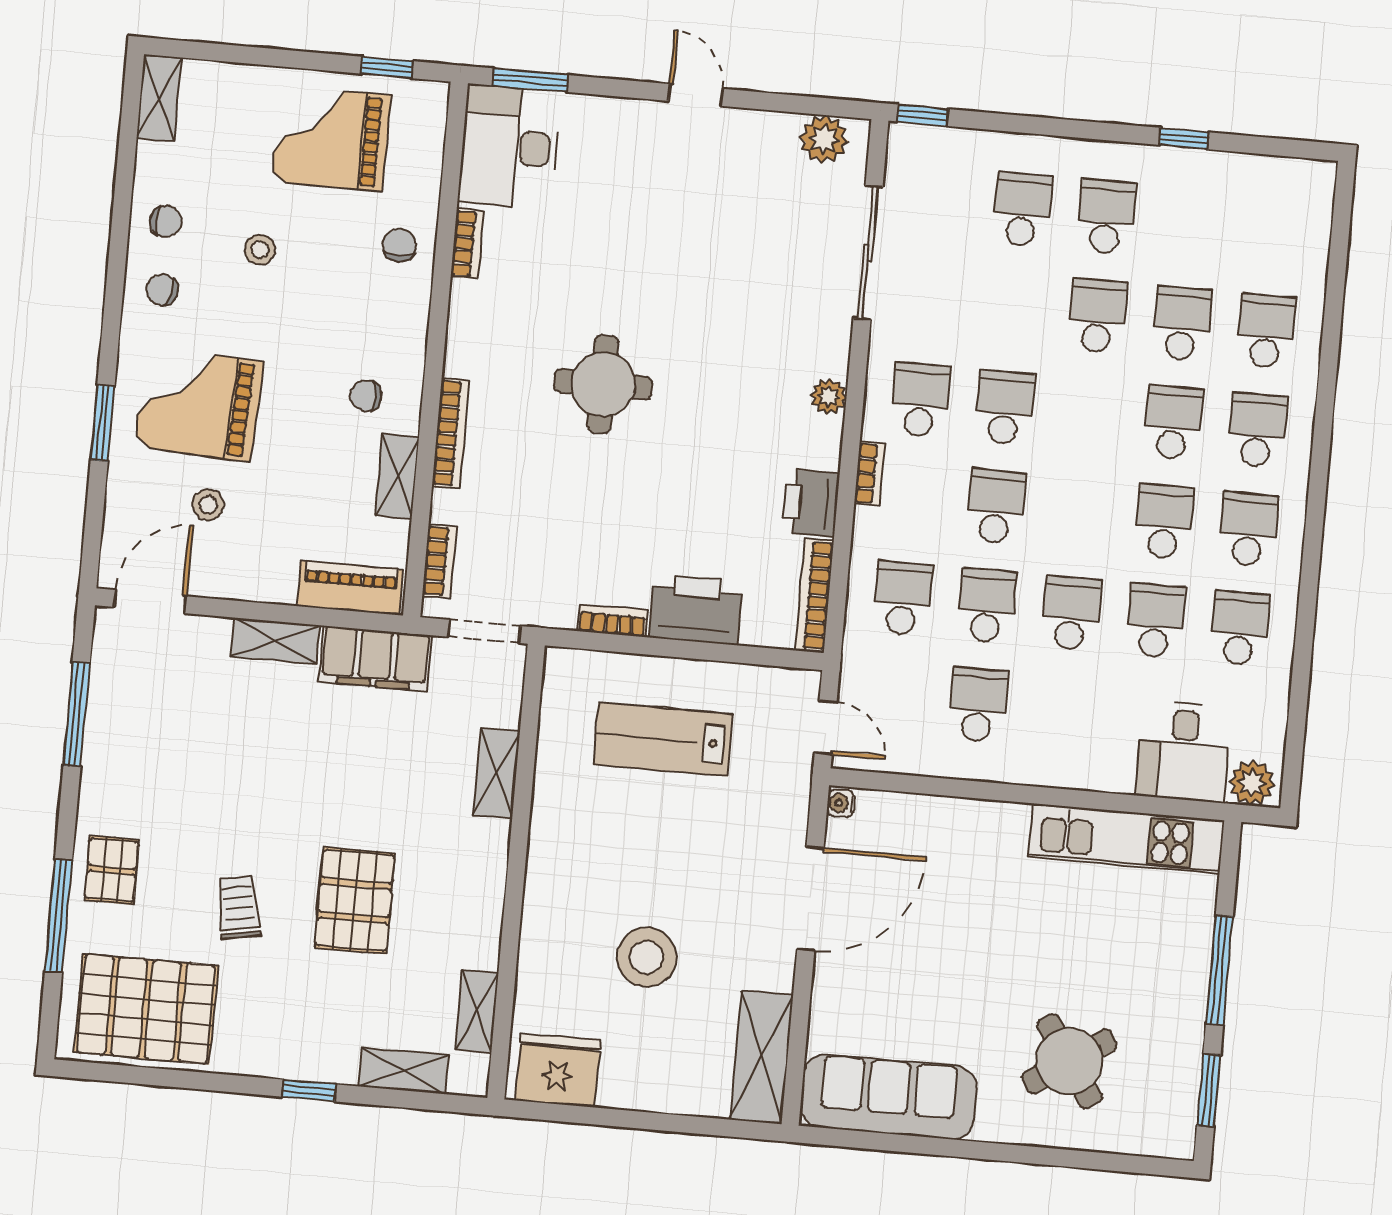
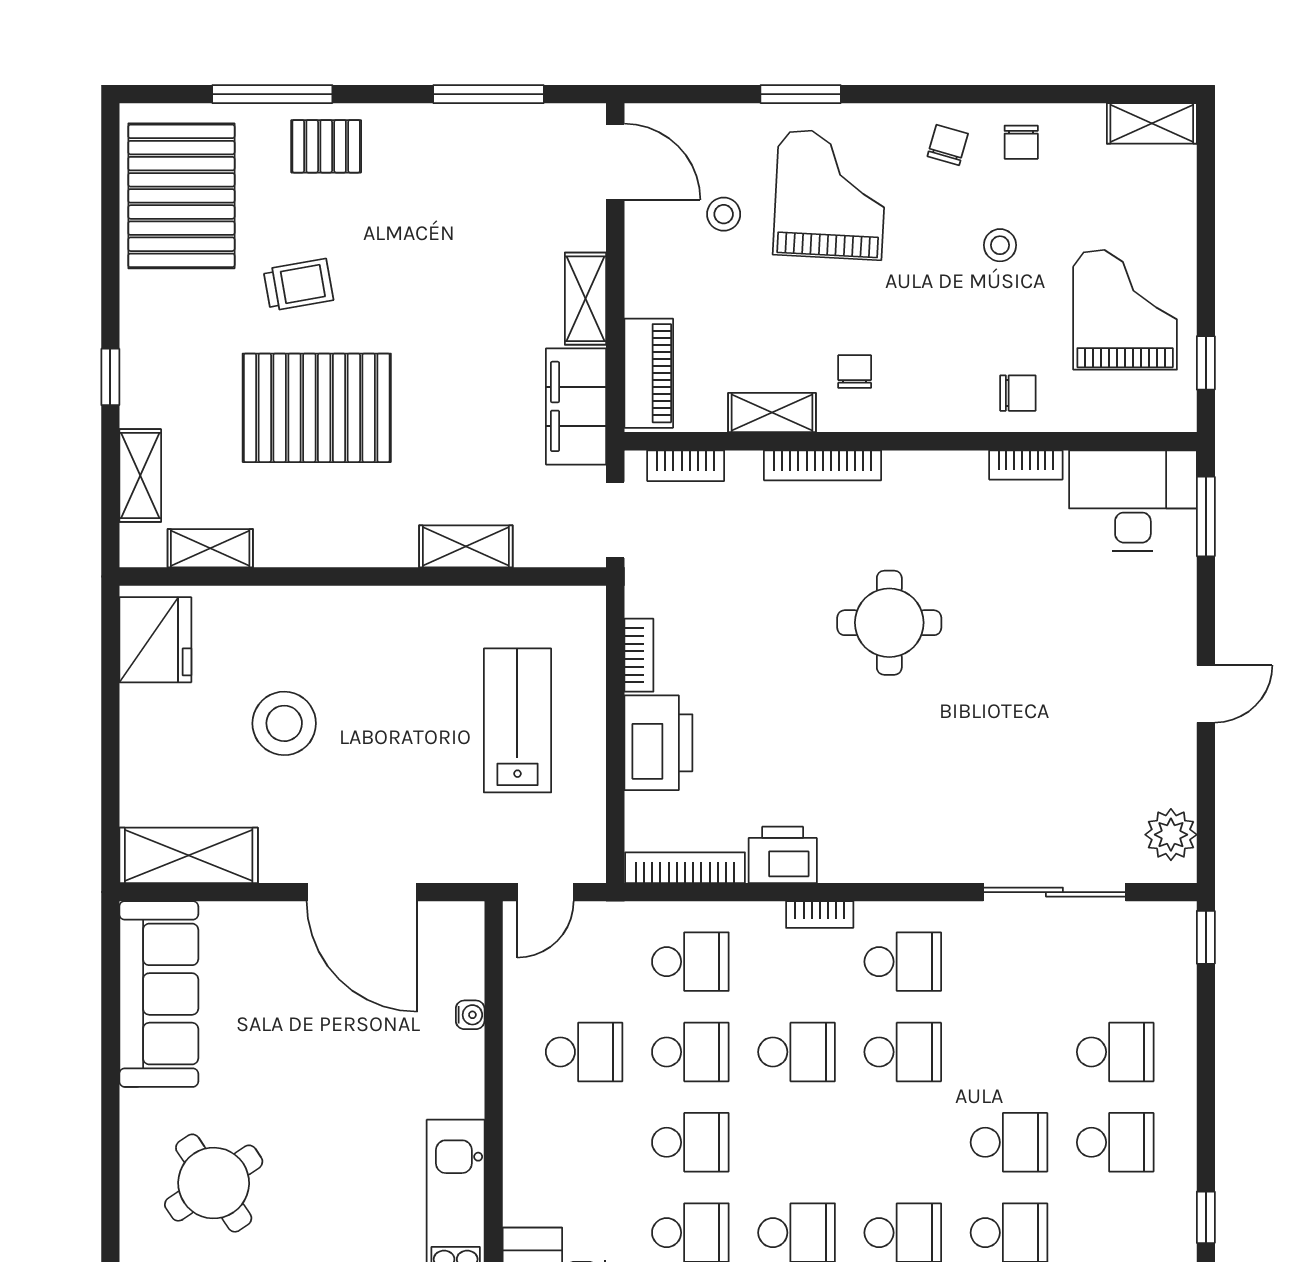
plant: (829, 396) -> (898, 864), removed
water cooler: (841, 803) -> (470, 1015), moved, turned 90
pallet: (355, 901) -> (317, 408), width x1.37, depth x1.41

